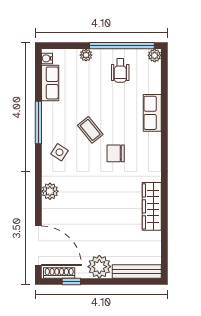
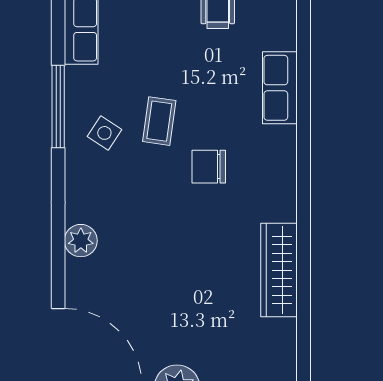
coffee table: (90, 130) -> (159, 121), turned 47
side table: (59, 152) -> (104, 133), moved

